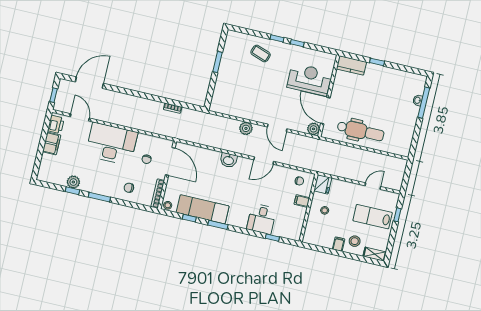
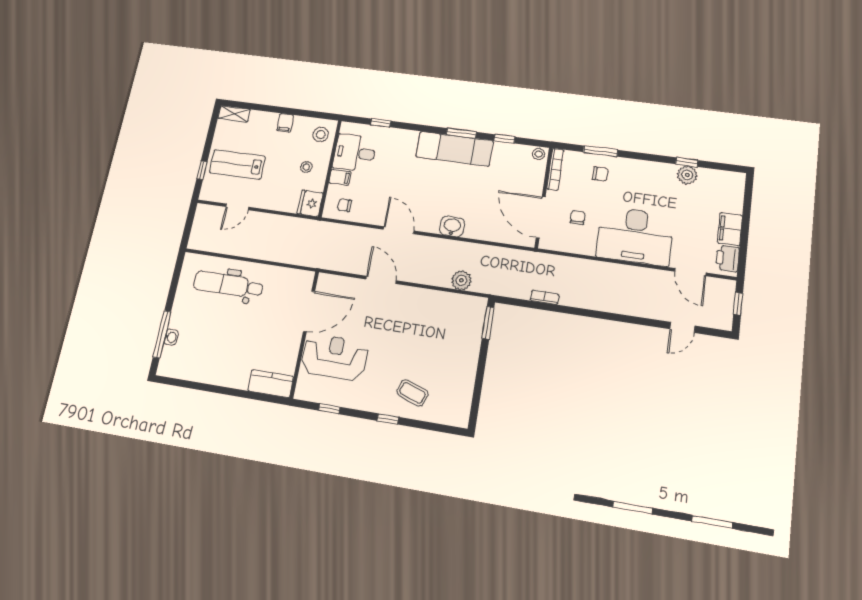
window: (297, 43) -> (329, 409), moved
window: (217, 62) -> (488, 323), moved
window: (377, 62) -> (232, 392), removed
reception desk: (309, 79) -> (335, 357), turned 180
door: (89, 83) -> (682, 327), width x0.53
door: (325, 111) -> (309, 311), hinge flipped
plant: (246, 128) -> (461, 280), moved
plant: (313, 129) -> (326, 283), removed
dental chair: (361, 131) -> (228, 285), moved
door: (264, 161) -> (399, 230), hinge flipped
window: (99, 197) -> (600, 151), moved
exam couch: (203, 209) -> (455, 149), moved
lab bench: (373, 217) -> (237, 164), turned 180
desk: (262, 219) -> (355, 153), moved, turned -90
stool: (355, 241) -> (321, 135), moved

